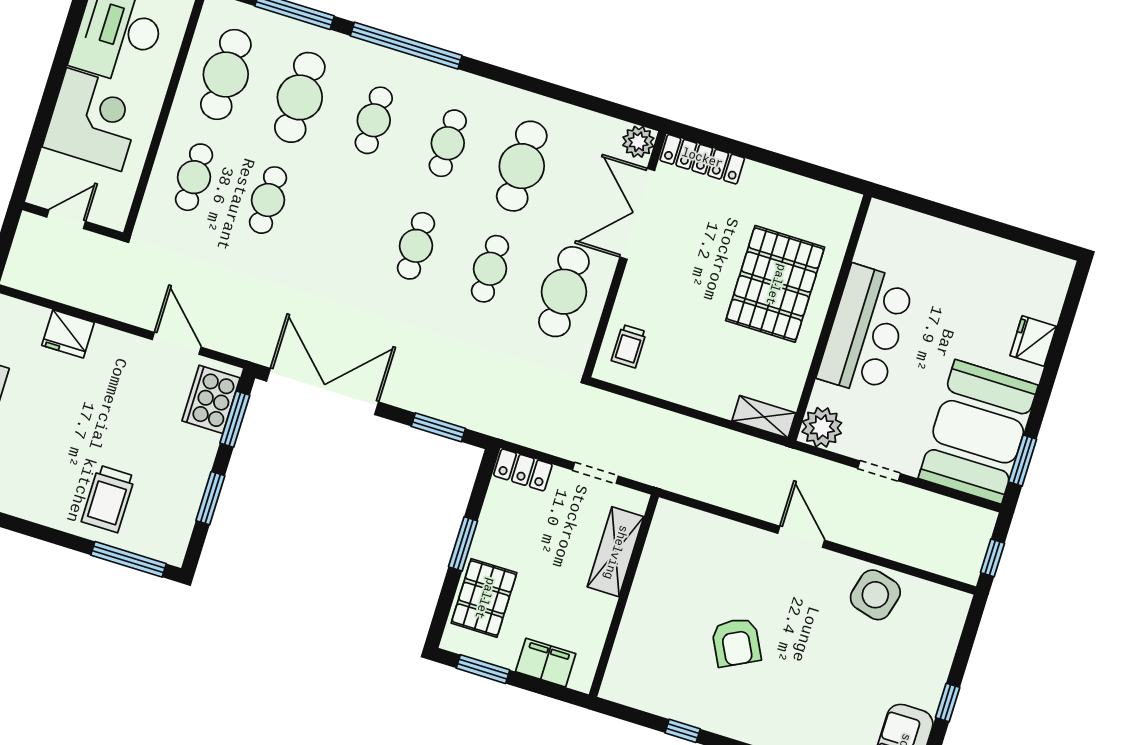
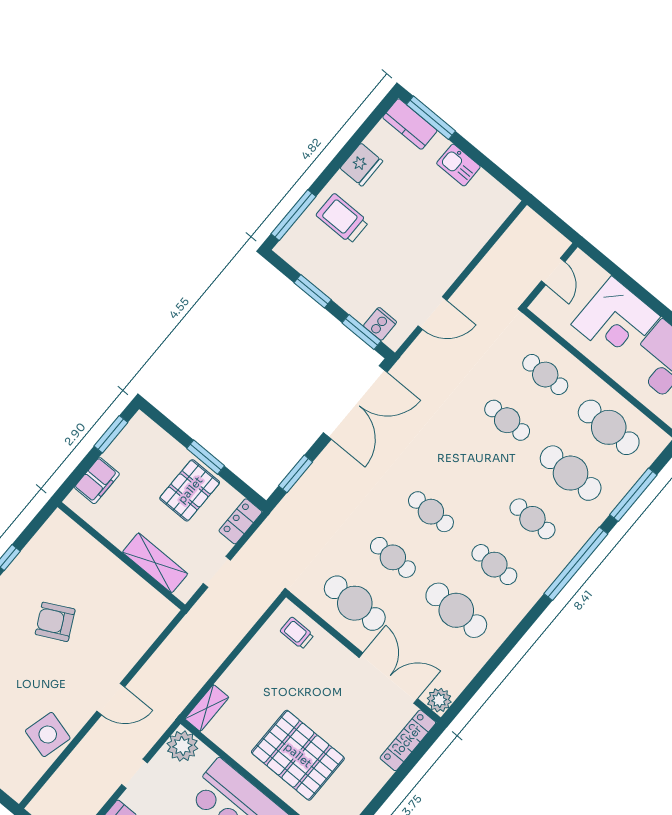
fridge: (68, 334) -> (361, 165), moved, turned 180
cooker: (211, 399) -> (380, 324), width x0.53, depth x0.76
pallet: (484, 598) -> (190, 490), moved, turned 90

